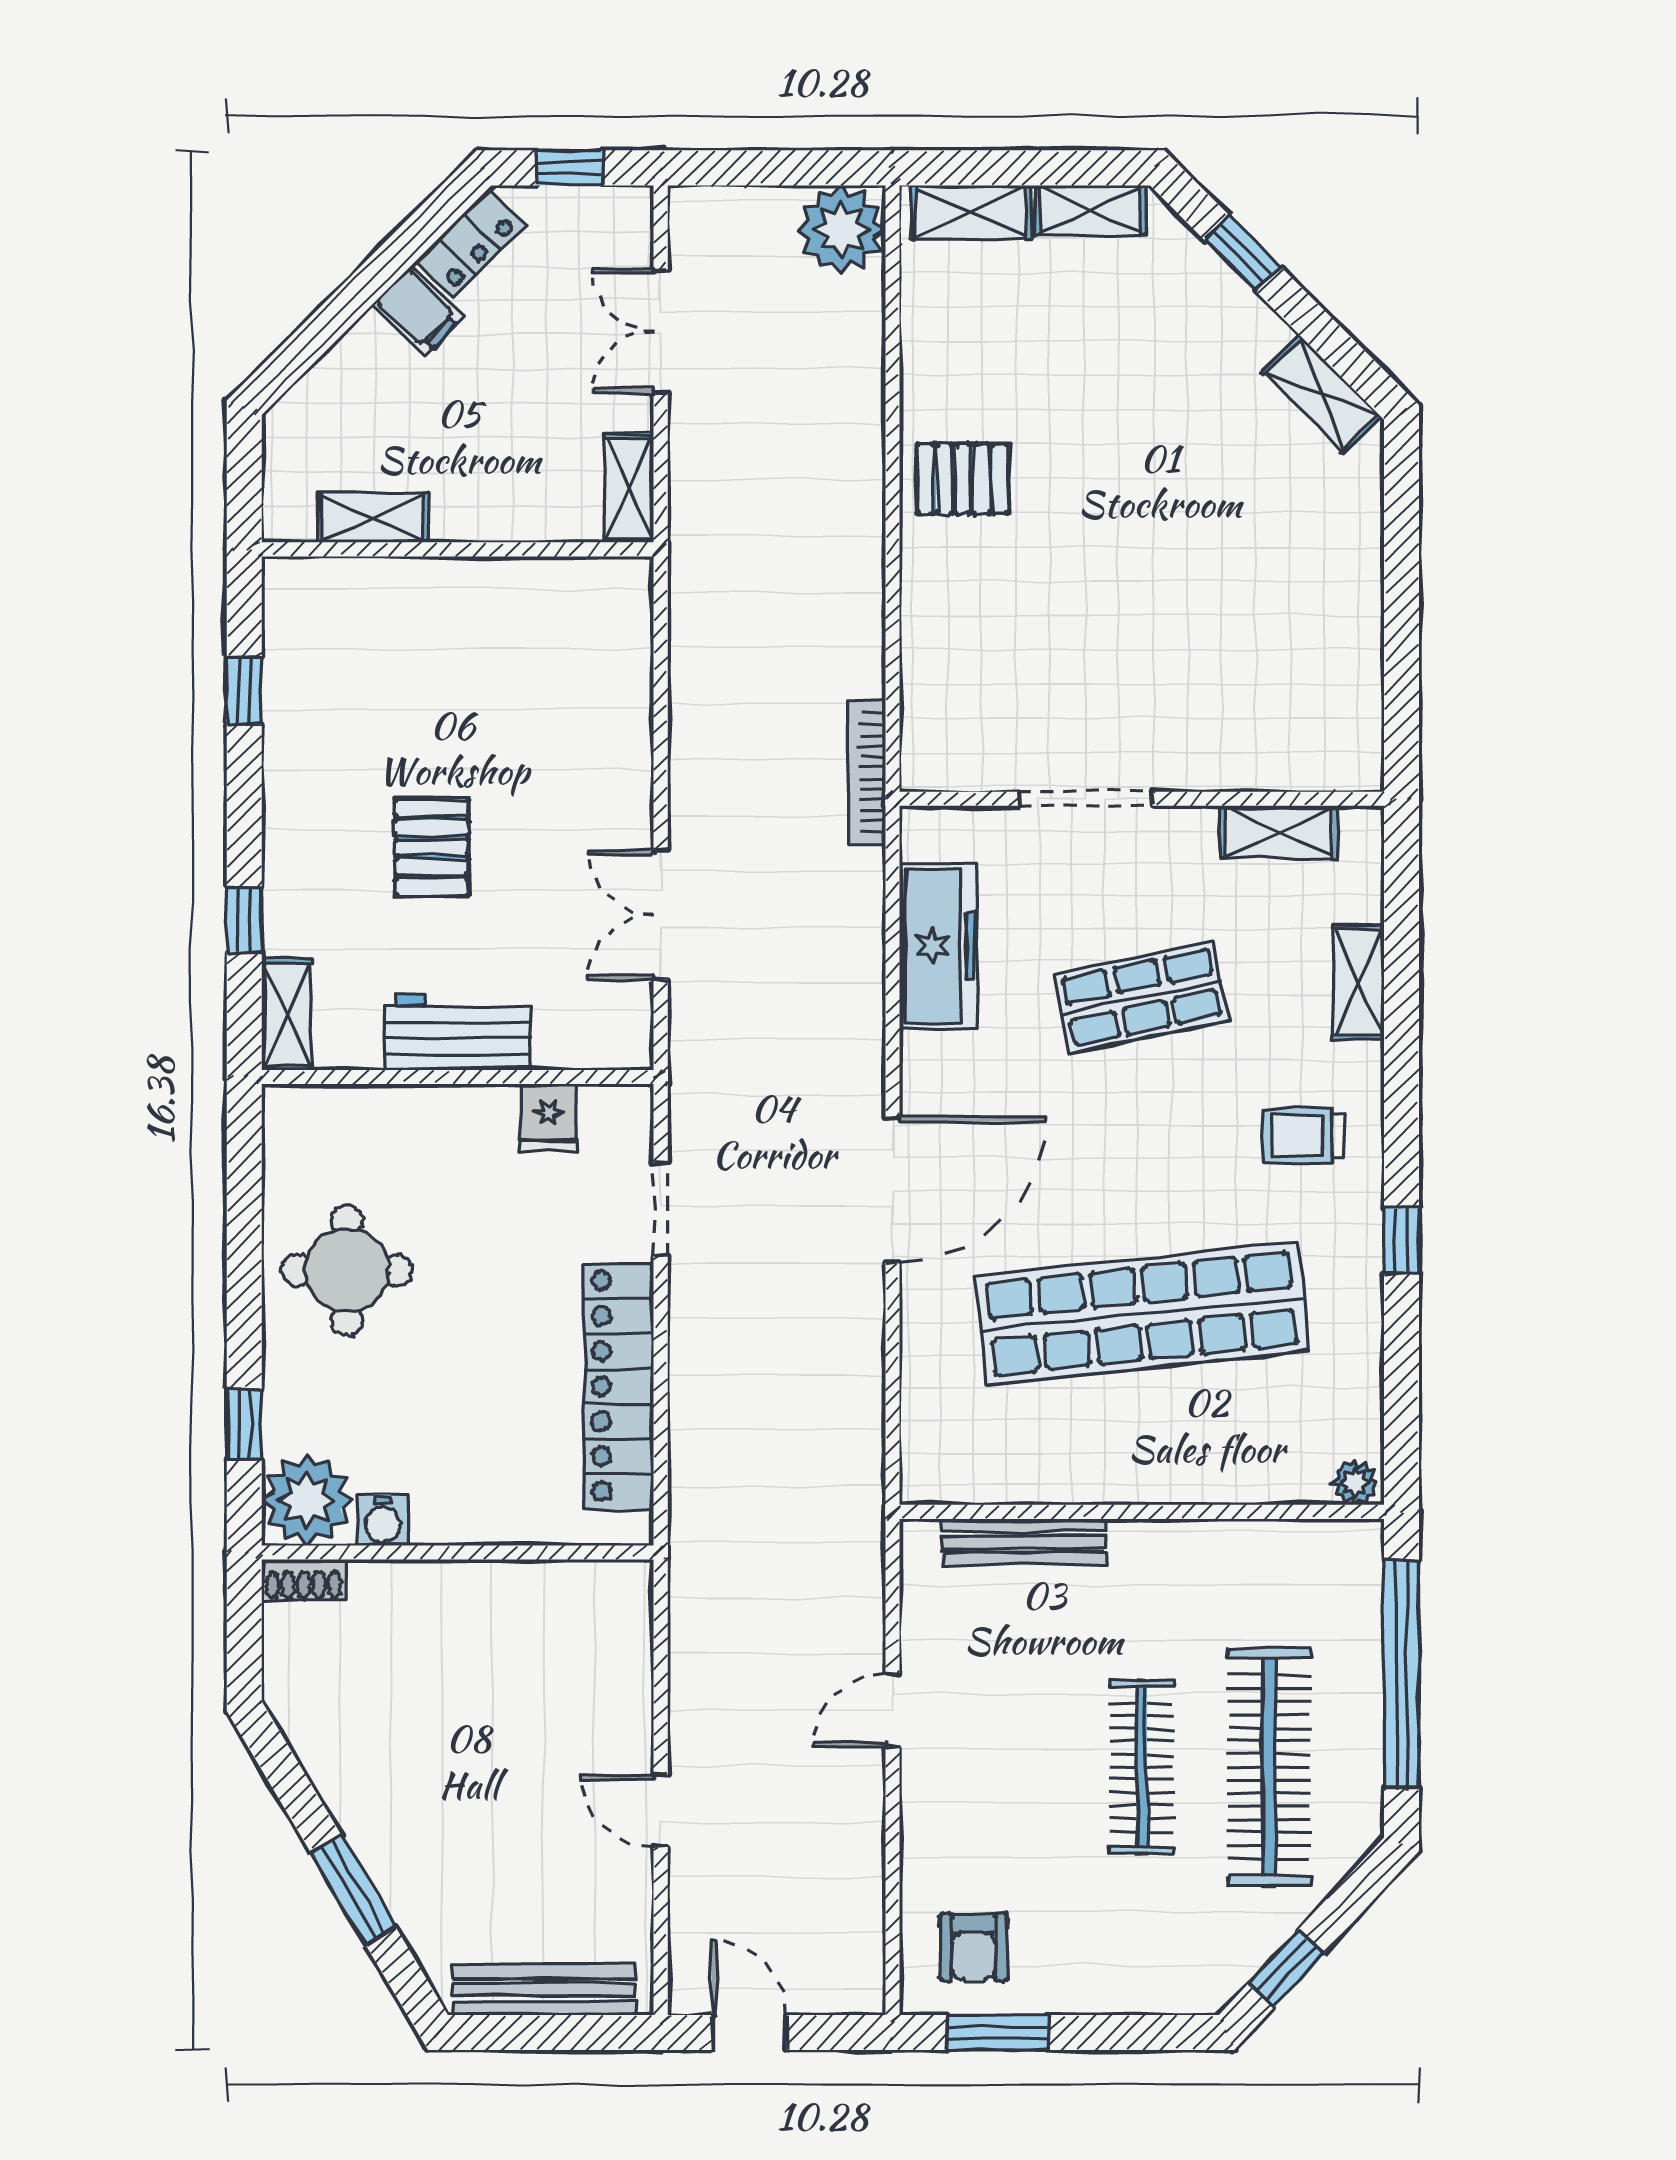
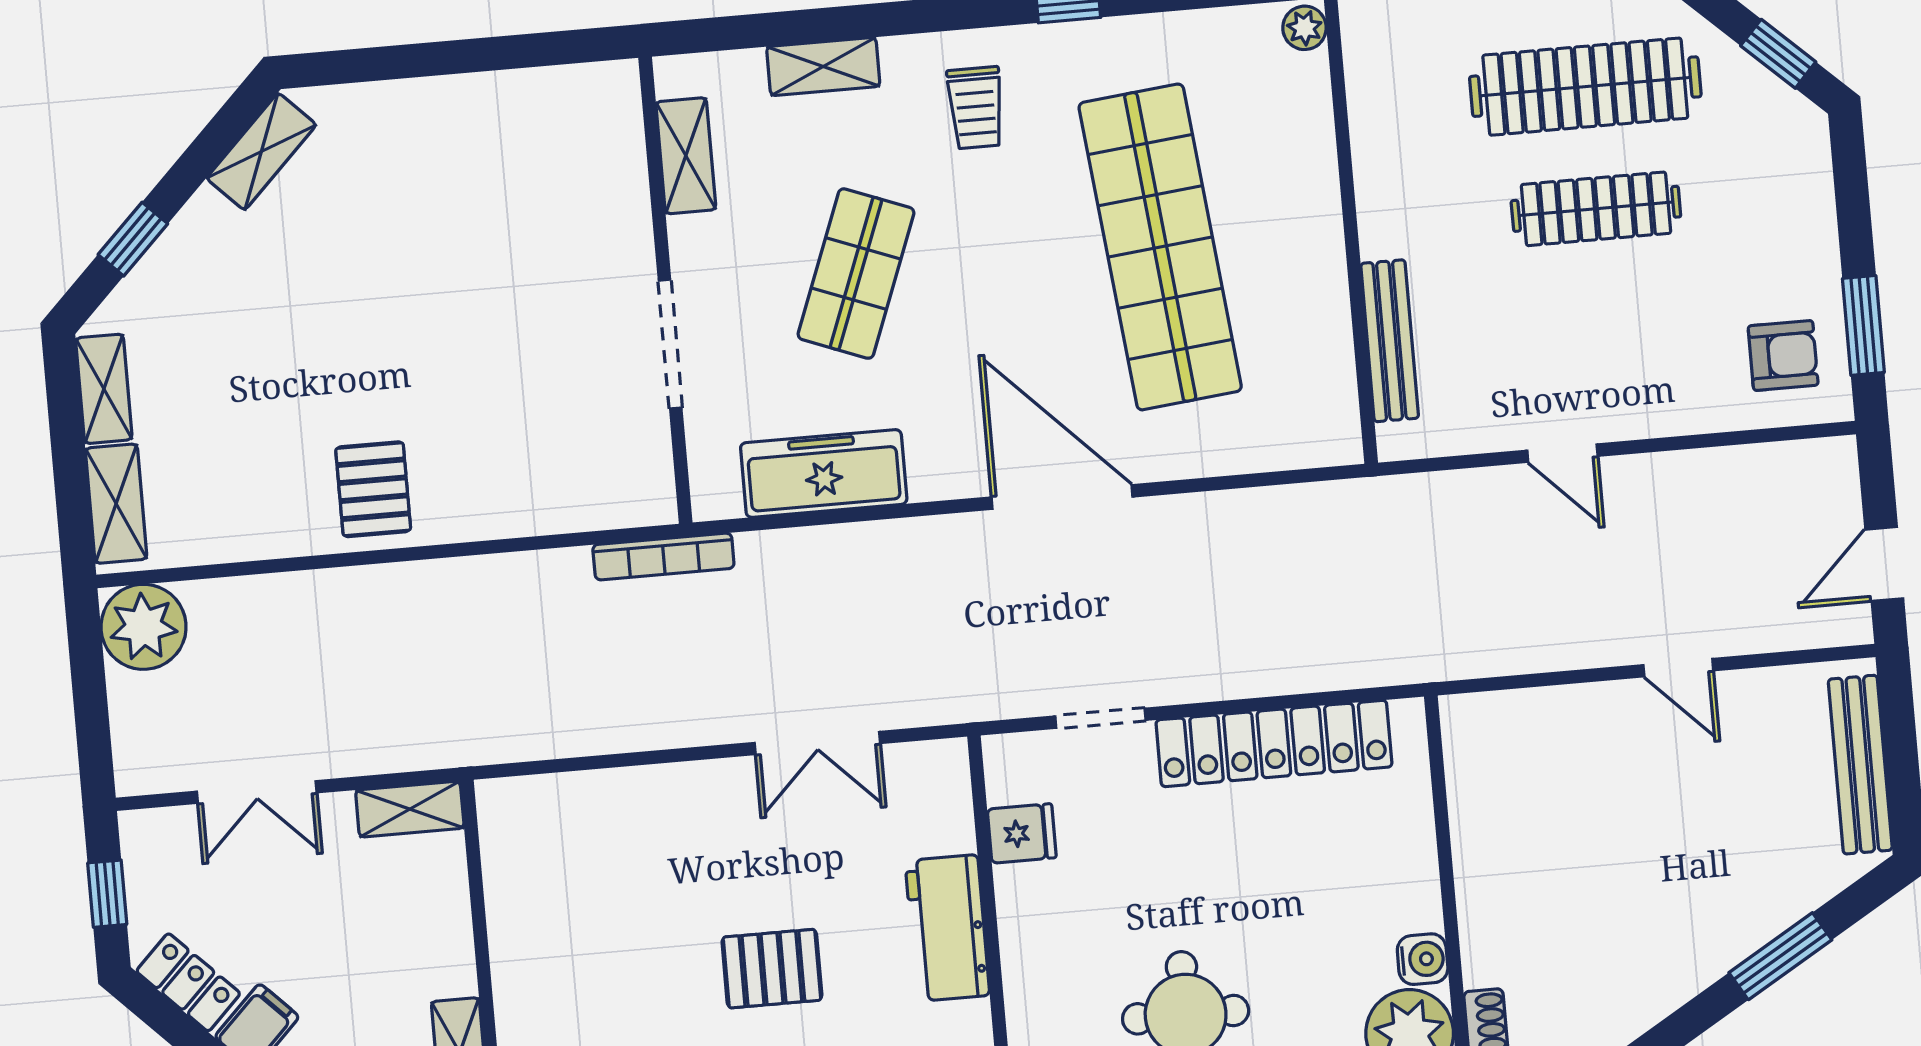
shop shelf: (1142, 997) -> (856, 274), turned 33
door: (661, 1811) -> (1678, 668), hinge flipped

